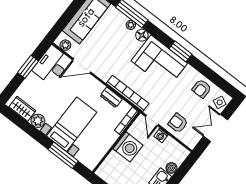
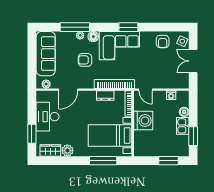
desk: (52, 65) -> (48, 117), moved
window: (28, 67) -> (32, 134), moved
armchair: (178, 123) -> (85, 60), moved
bed with nightstands: (72, 124) -> (110, 135), moved, turned -90
washing machine: (161, 136) -> (171, 95), moved

